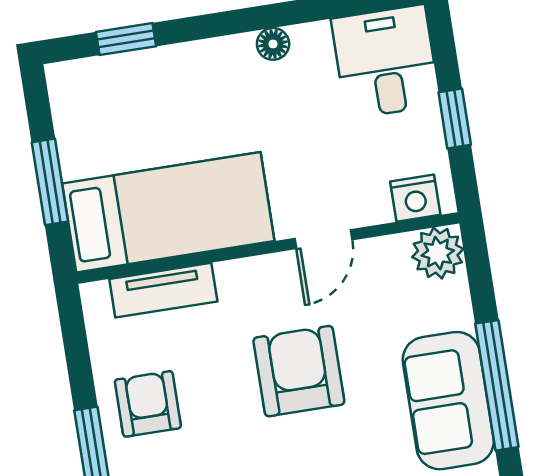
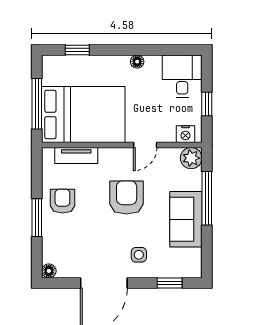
window: (50, 182) -> (37, 104), width x1.44
bed: (168, 212) -> (83, 114), width x1.50
window: (497, 385) -> (207, 198), moved

